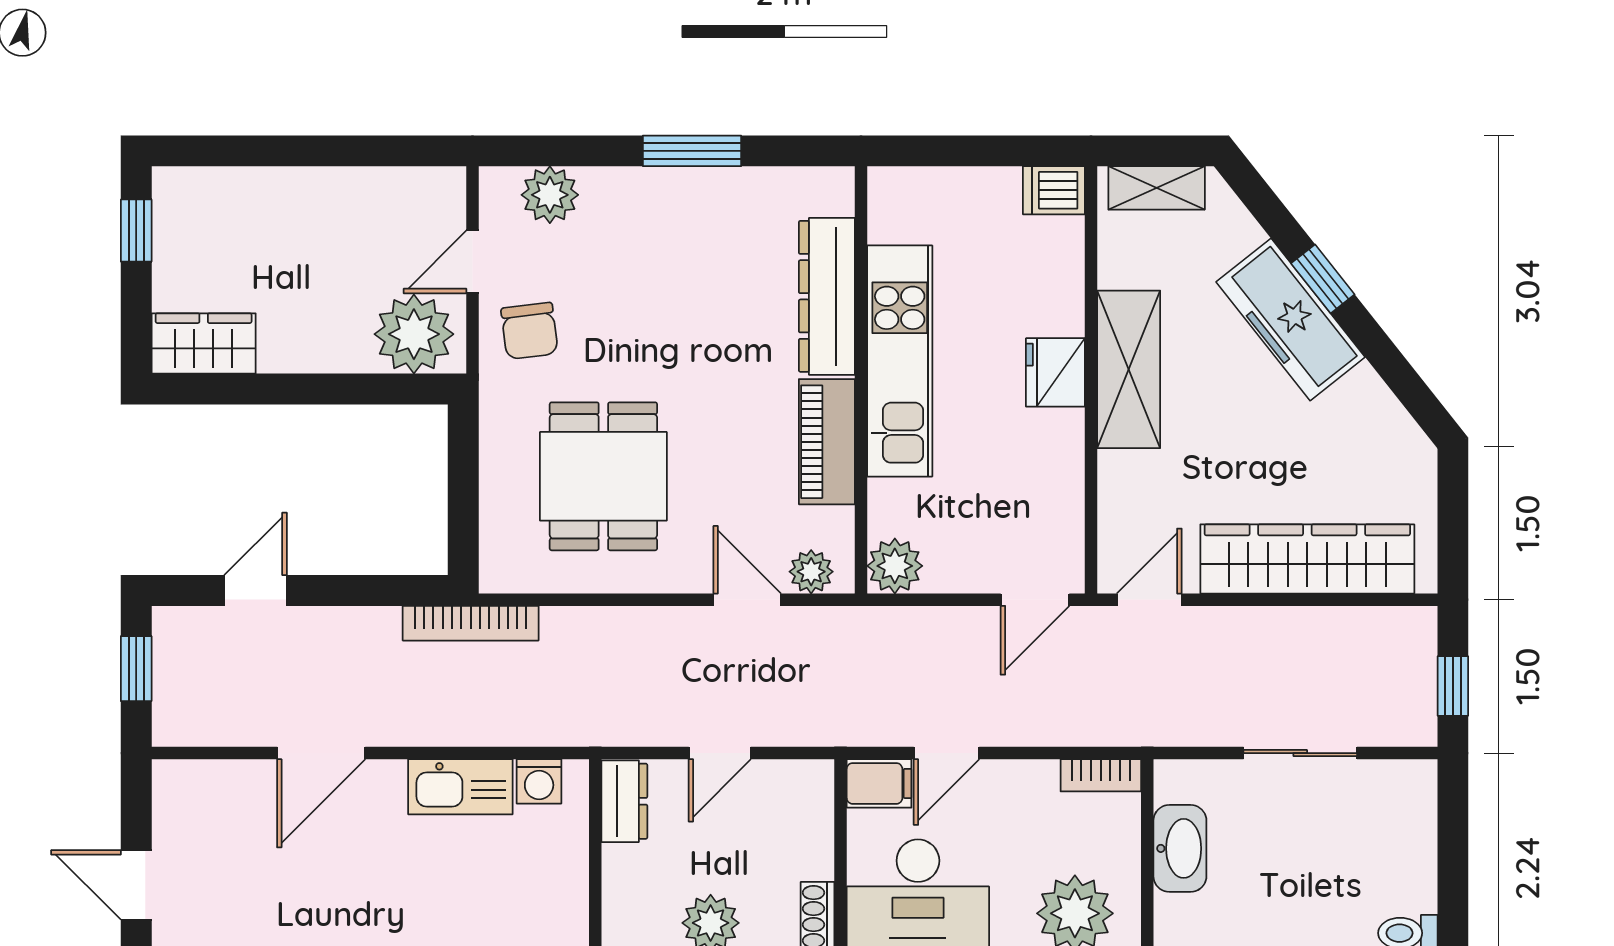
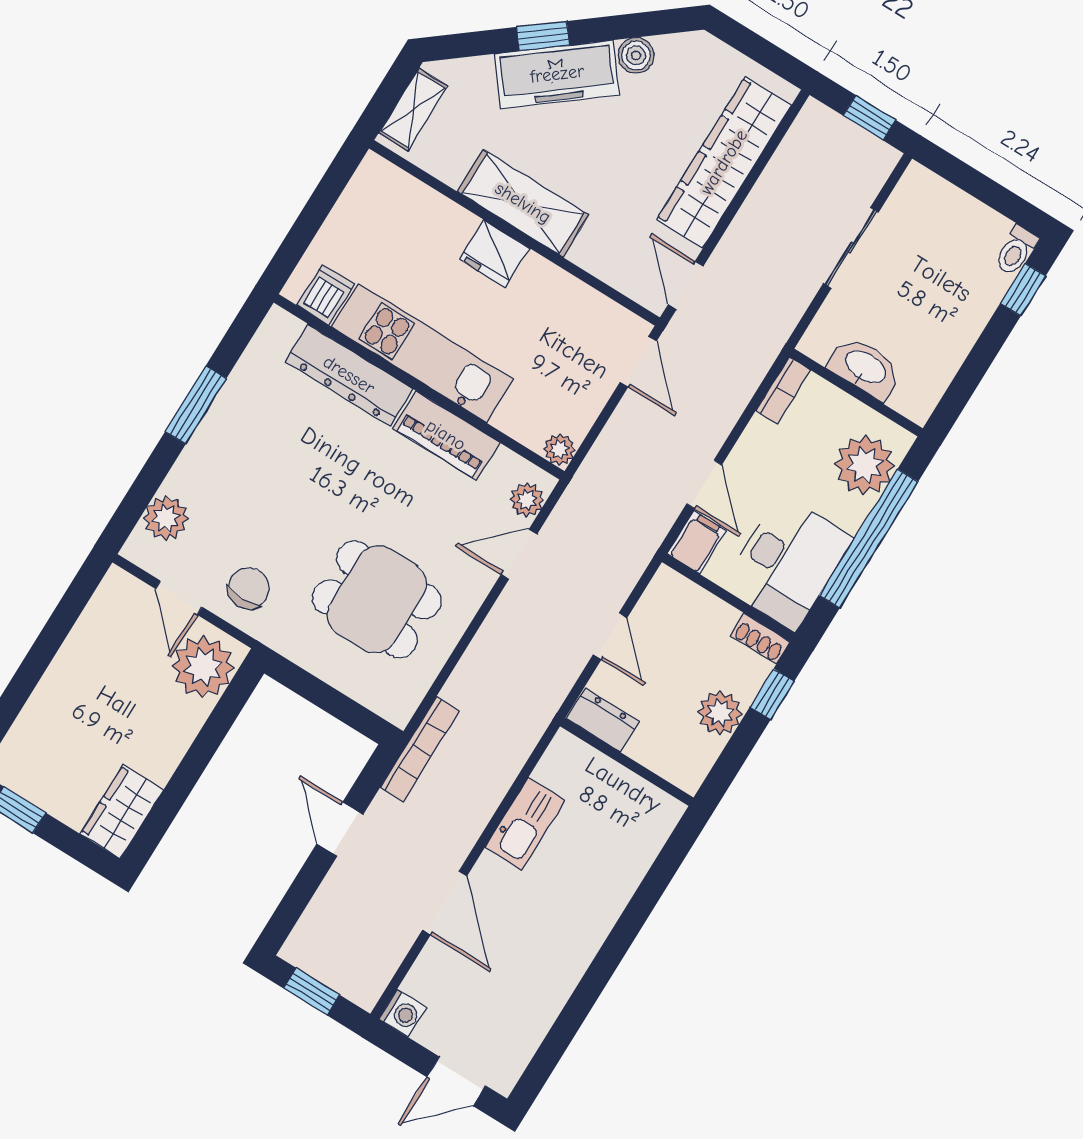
dishwasher: (1054, 190) -> (326, 295), moved, turned 180
chair: (529, 331) -> (249, 588), turned -83
boiler: (1364, 392) -> (636, 55), added
plant: (895, 566) -> (559, 450), width x0.73, depth x0.73
door: (256, 590) -> (340, 829), moved
washing machine: (539, 781) -> (403, 1013), moved

